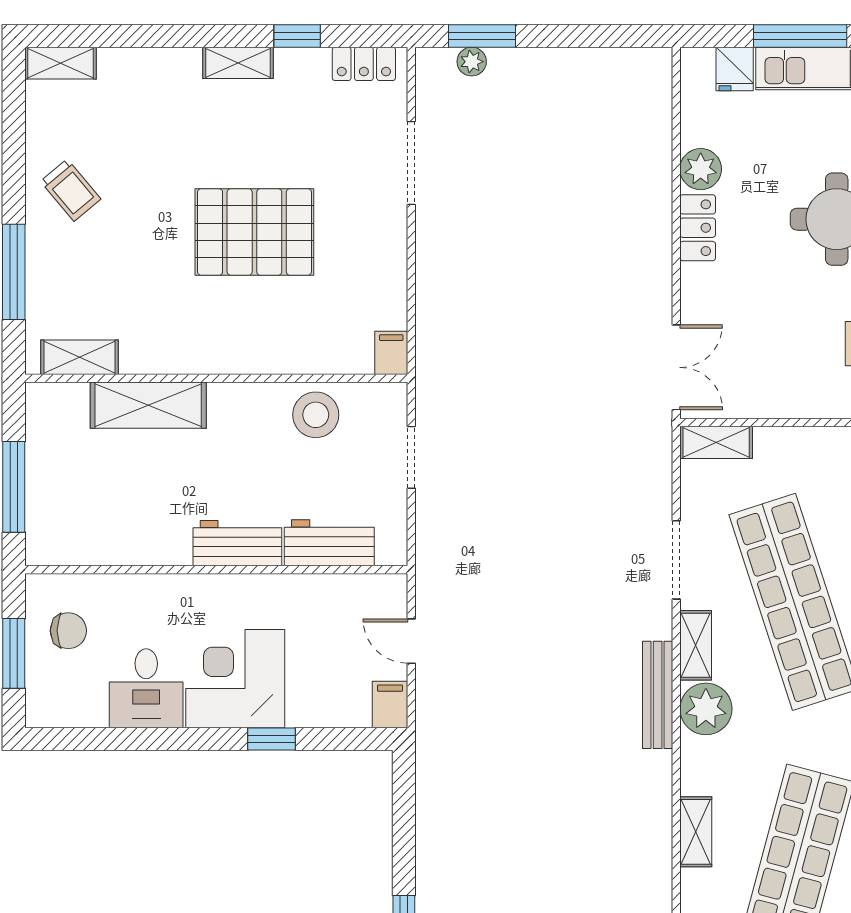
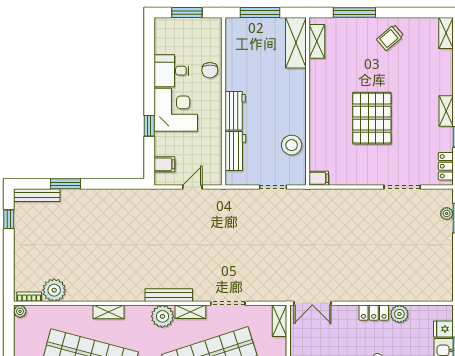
shelving: (148, 405) -> (296, 43), moved
chair: (68, 631) -> (210, 70), moved
filing cabinet: (390, 705) -> (164, 164), moved

